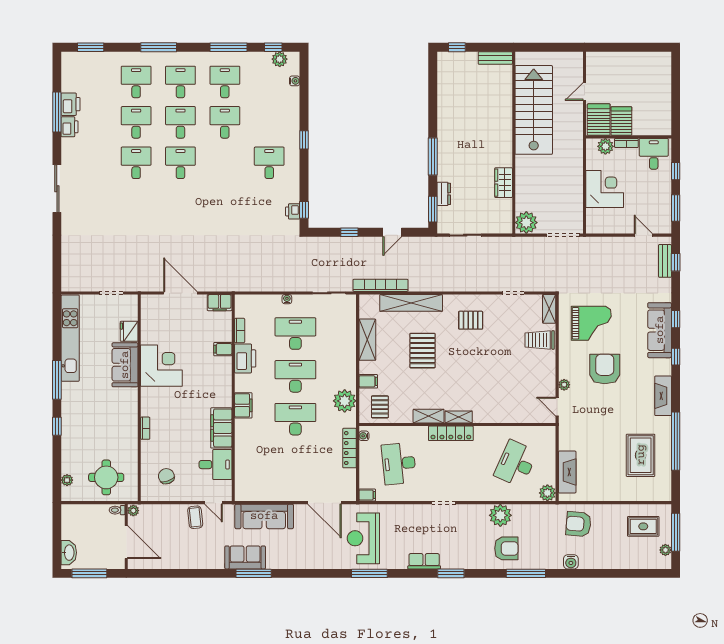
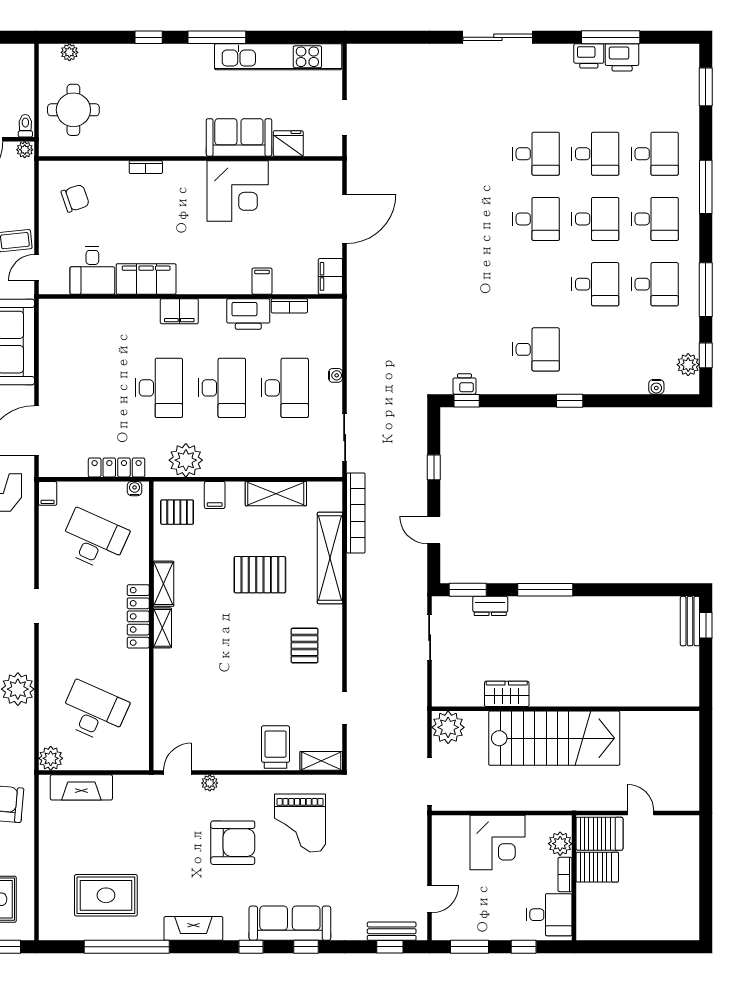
bench: (495, 58) -> (690, 621), moved
stairs: (534, 110) -> (554, 738), moved
desk: (399, 464) -> (94, 540), turned 30

